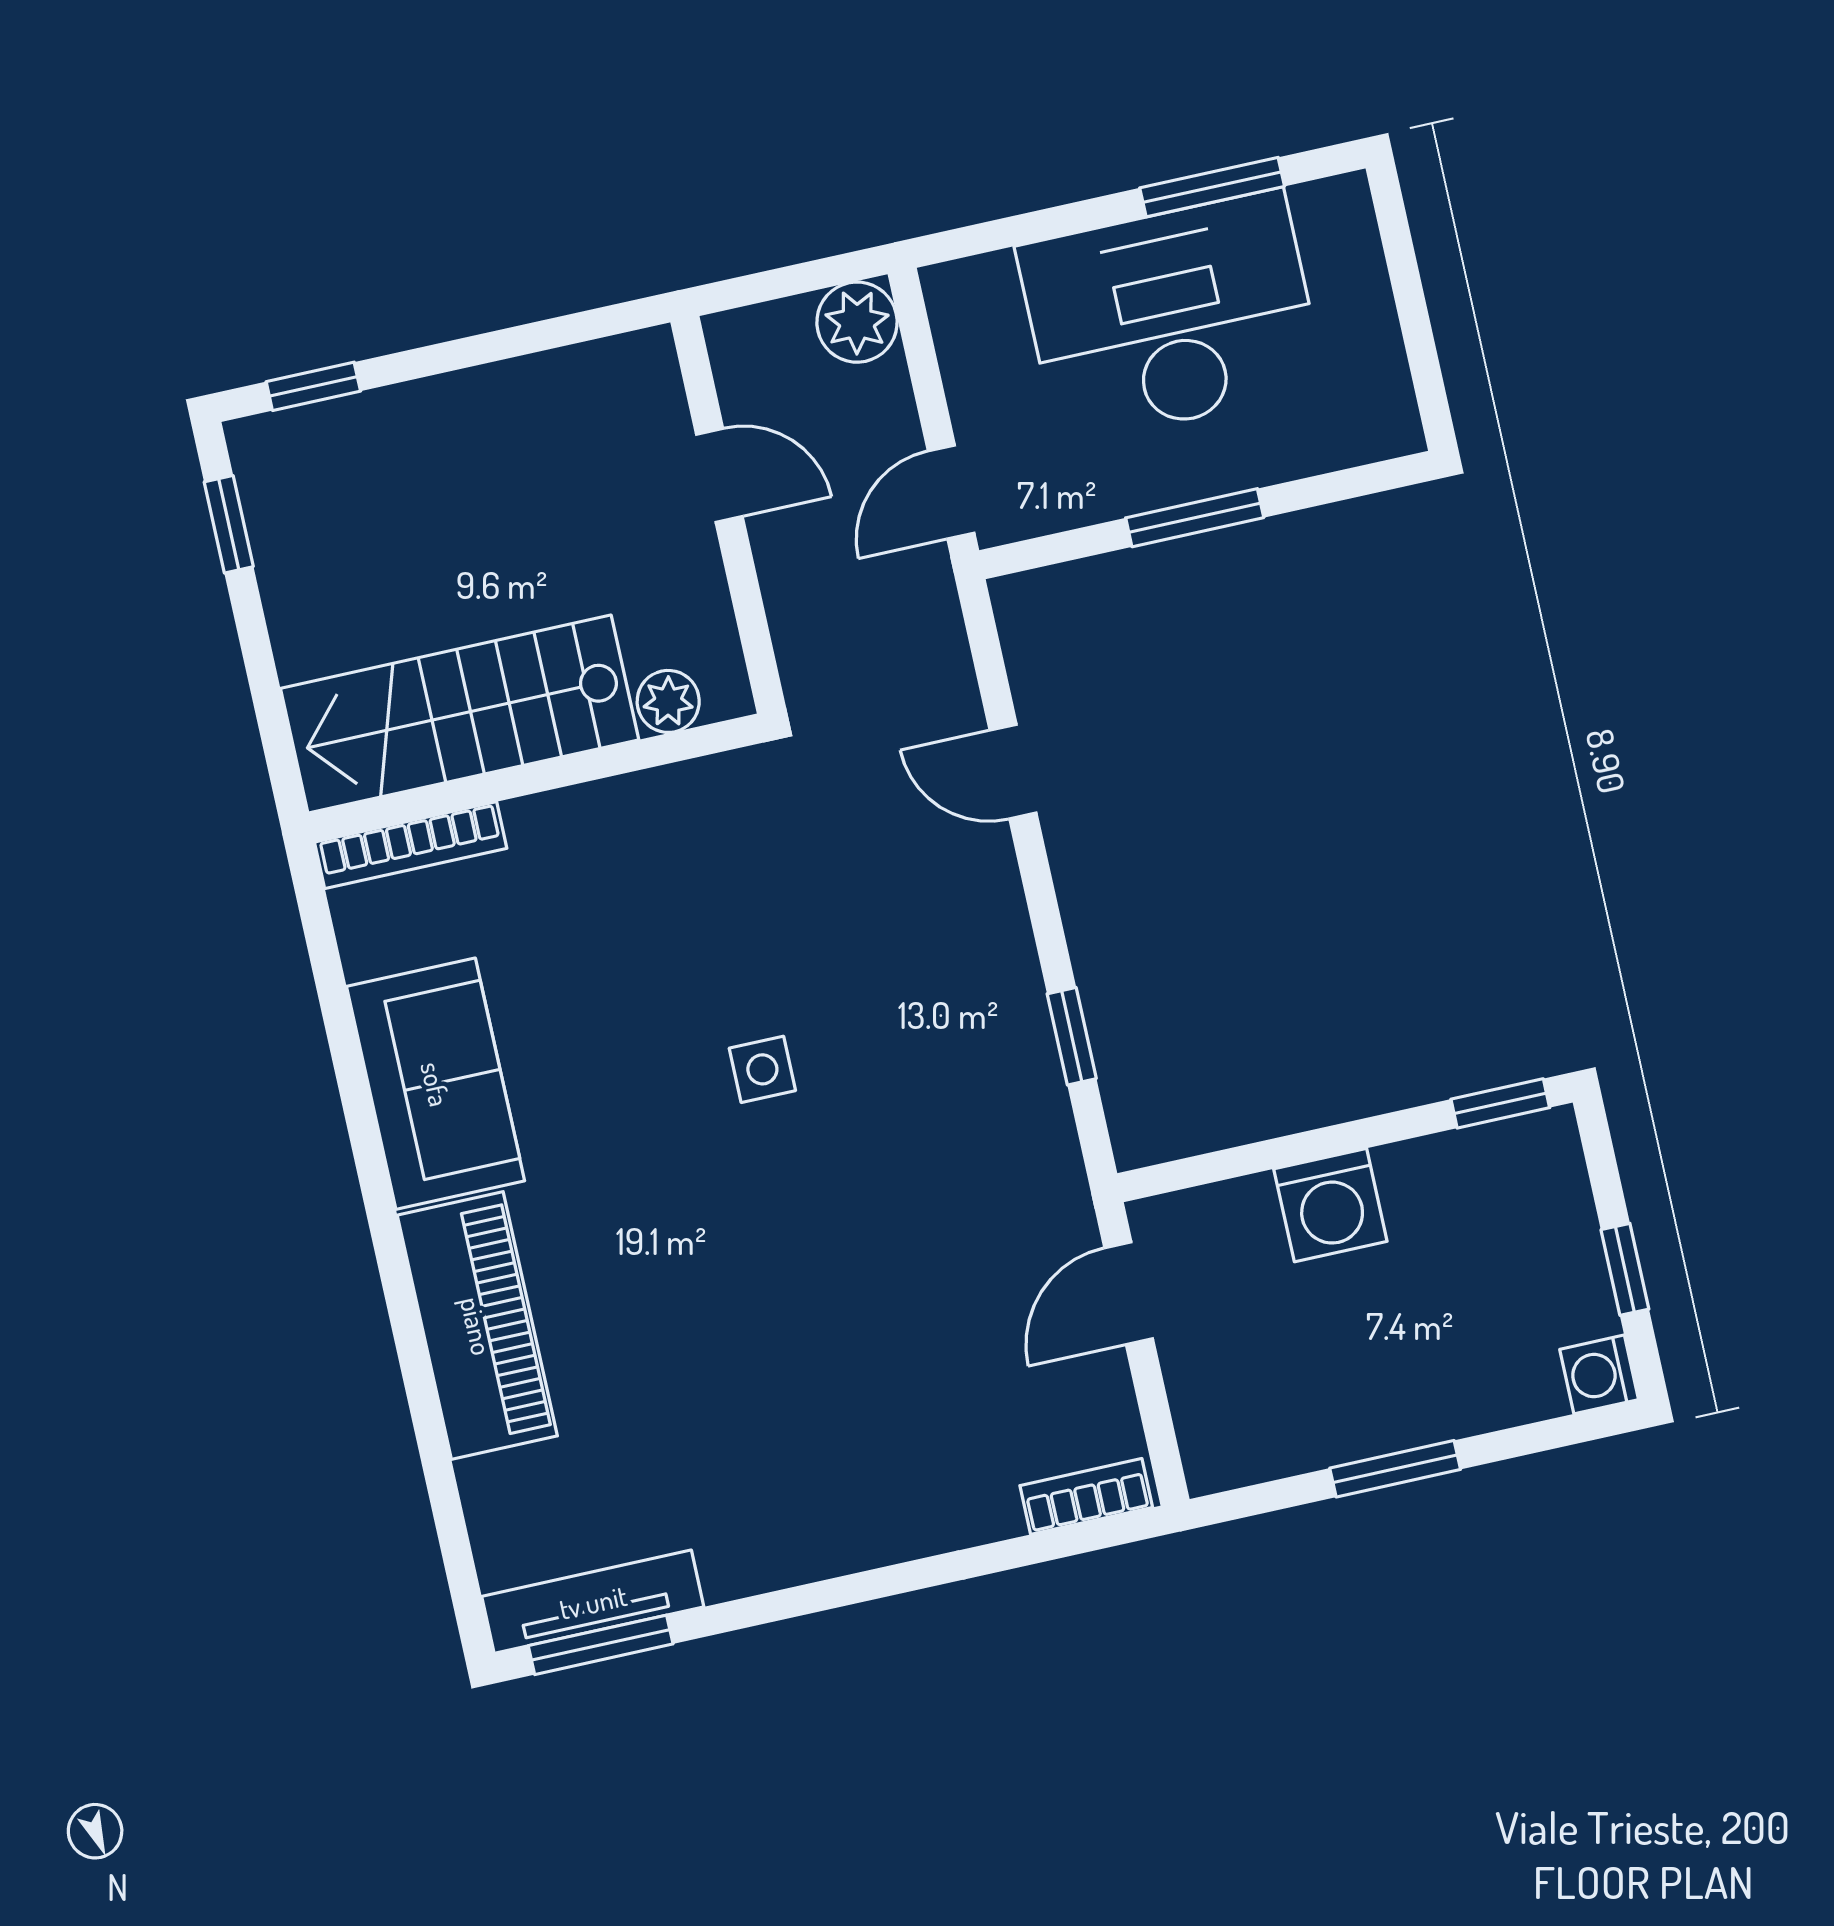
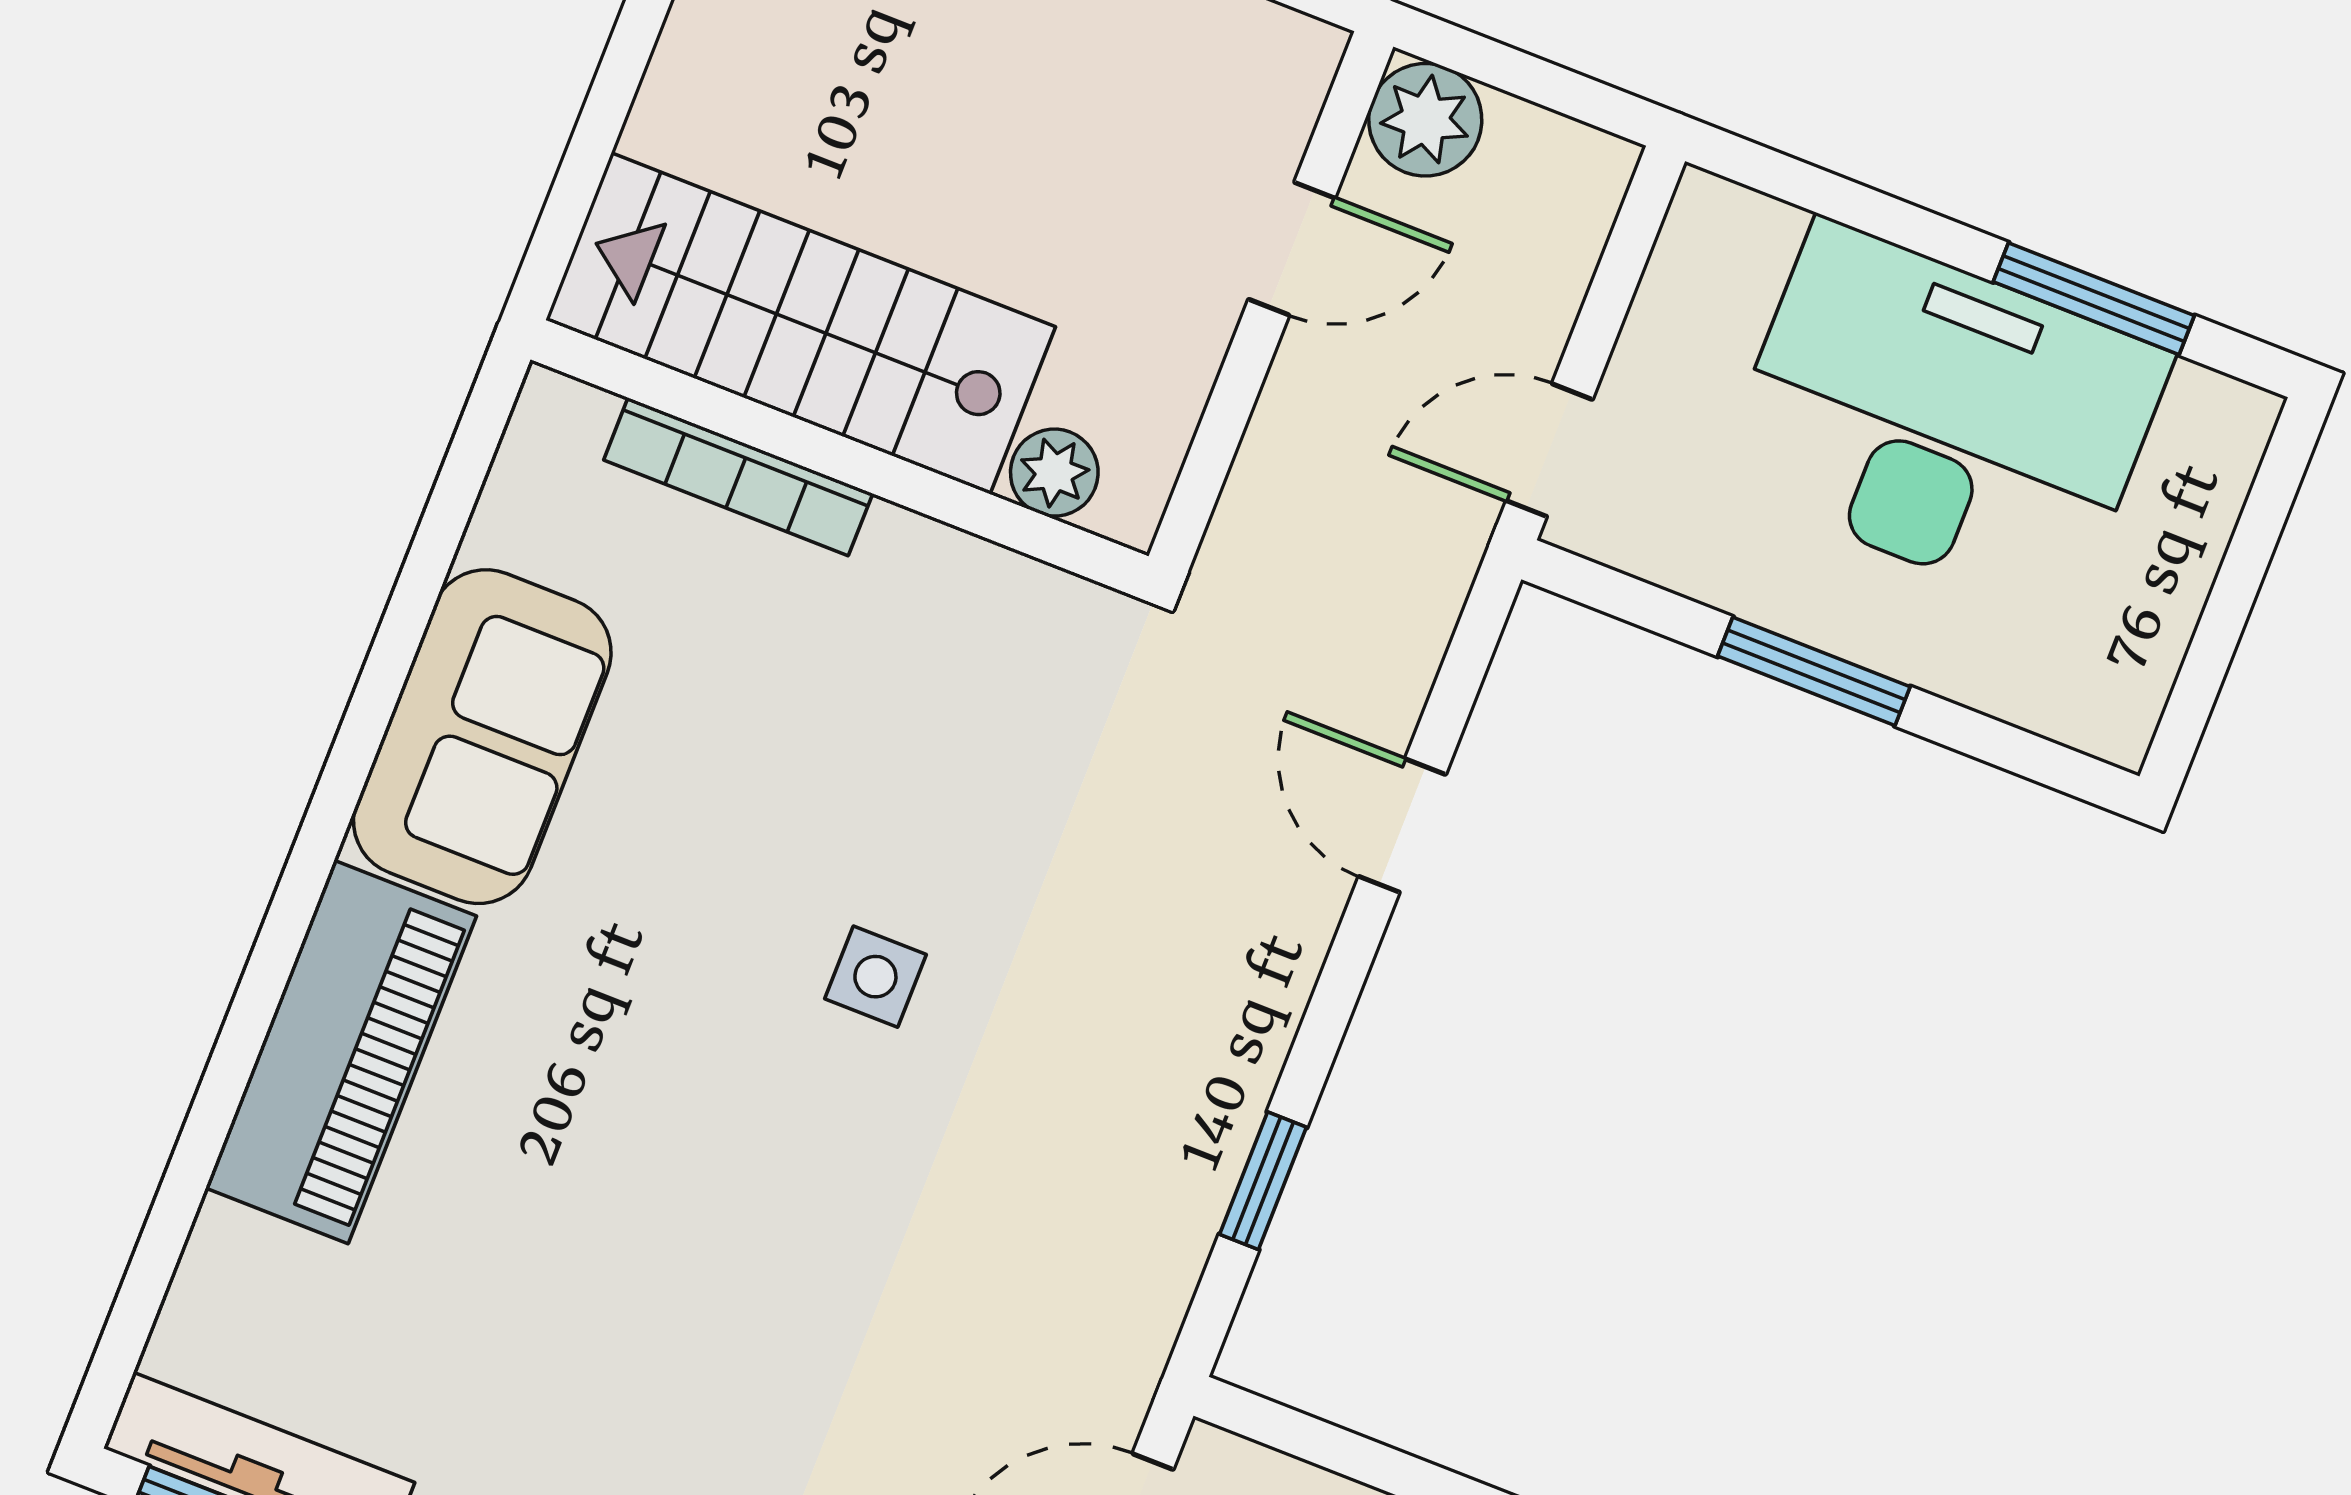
plant: (857, 322) -> (1425, 120), moved
door: (719, 475) -> (1292, 249), hinge flipped
bookcase: (411, 845) -> (738, 477), moved

